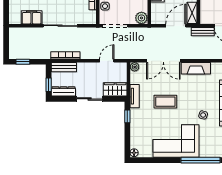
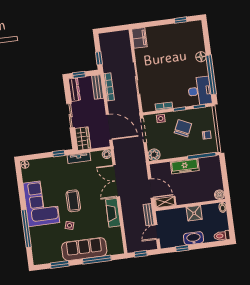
filing cabinet: (32, 17) -> (139, 38), moved
door: (107, 61) -> (109, 127), width x1.88
window: (23, 62) -> (99, 58), moved
coffee table: (165, 102) -> (73, 201), moved

